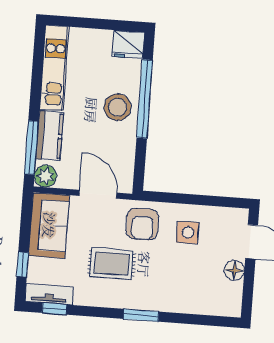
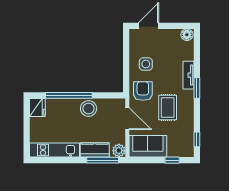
stool: (118, 107) -> (89, 108), moved
door: (98, 194) -> (127, 119), swing flipped
armchair: (142, 224) -> (143, 91), turned -90
floor lamp: (234, 270) -> (187, 35), moved
tv unit: (49, 294) -> (188, 75), moved

